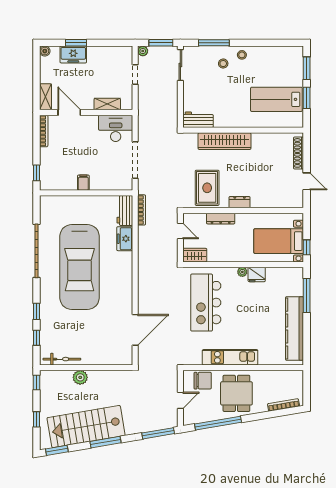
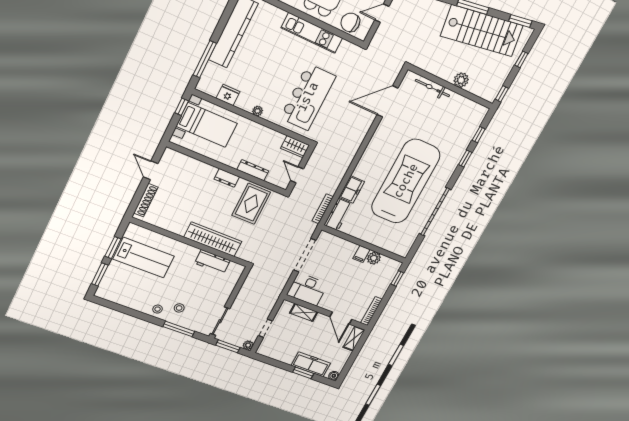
freezer: (73, 54) -> (311, 364), width x1.40
workbench: (198, 120) -> (212, 262), moved
plant: (70, 183) -> (374, 258), added
fridge: (257, 274) -> (228, 95), moved
bicycle: (62, 359) -> (433, 88), moved

